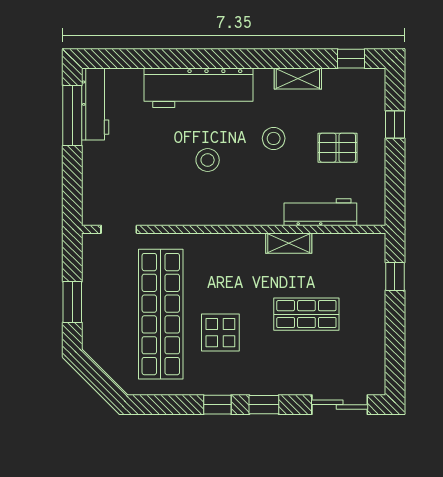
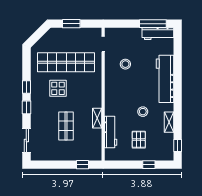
stool: (208, 160) -> (125, 64), moved

